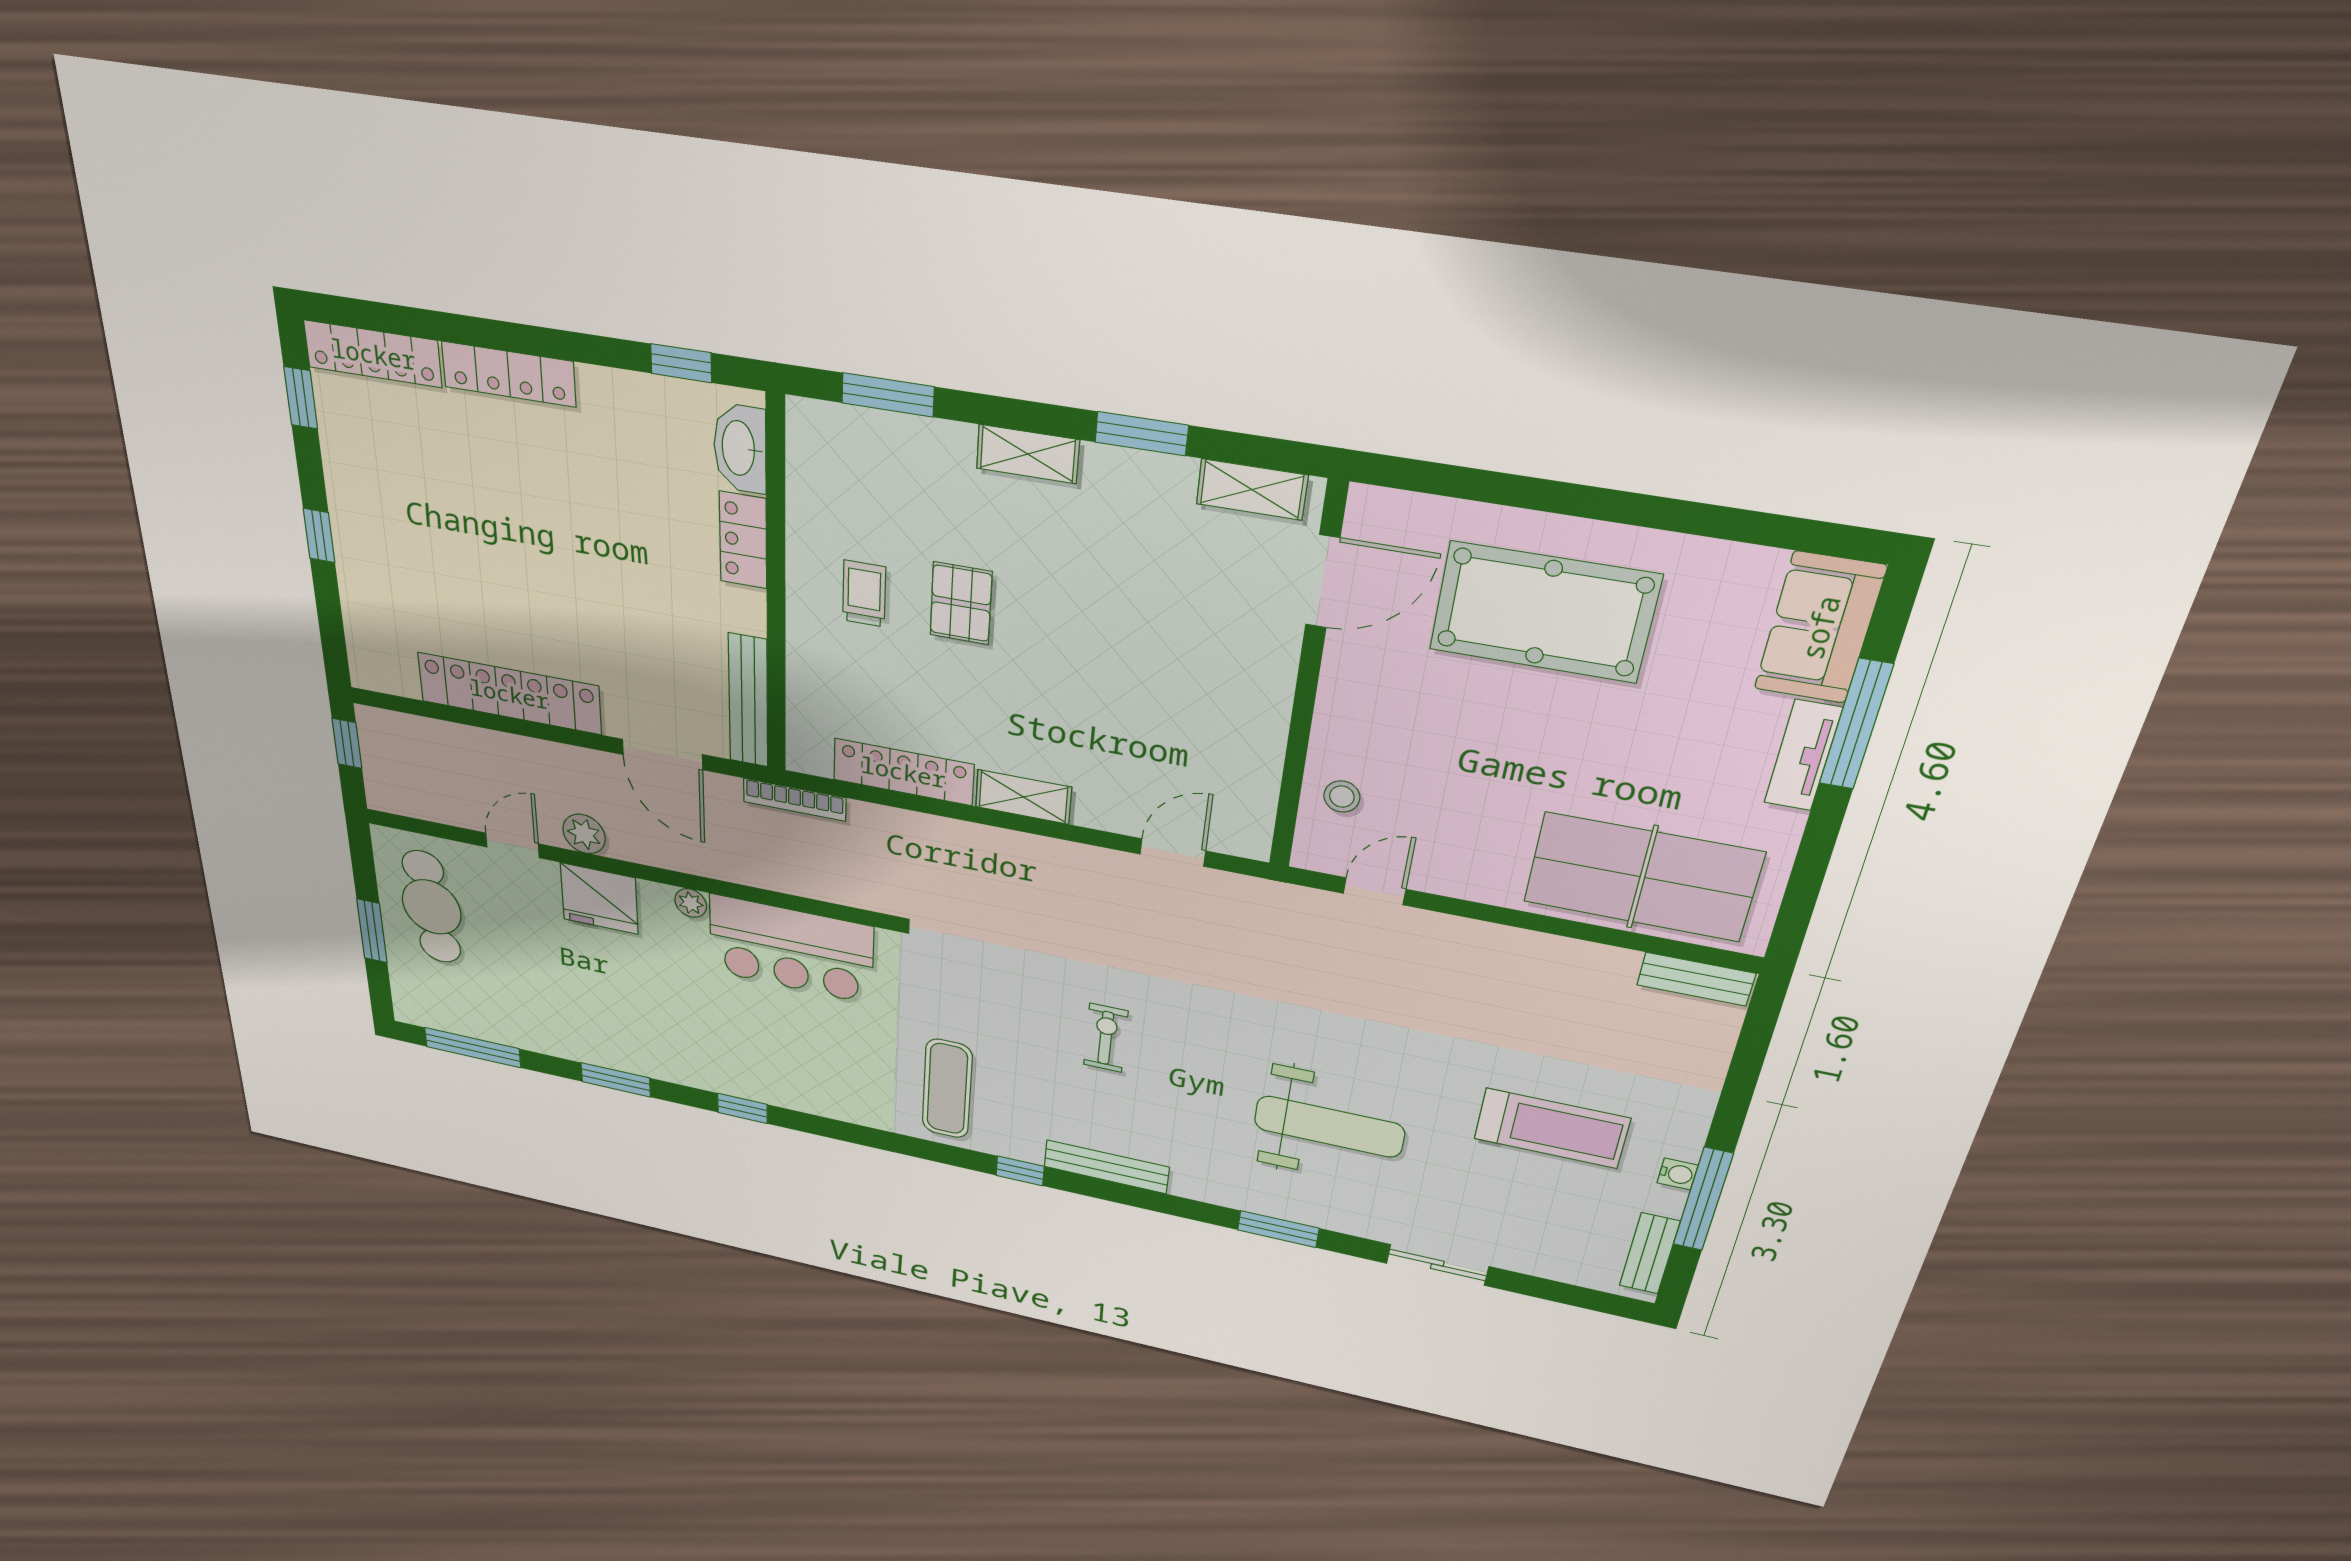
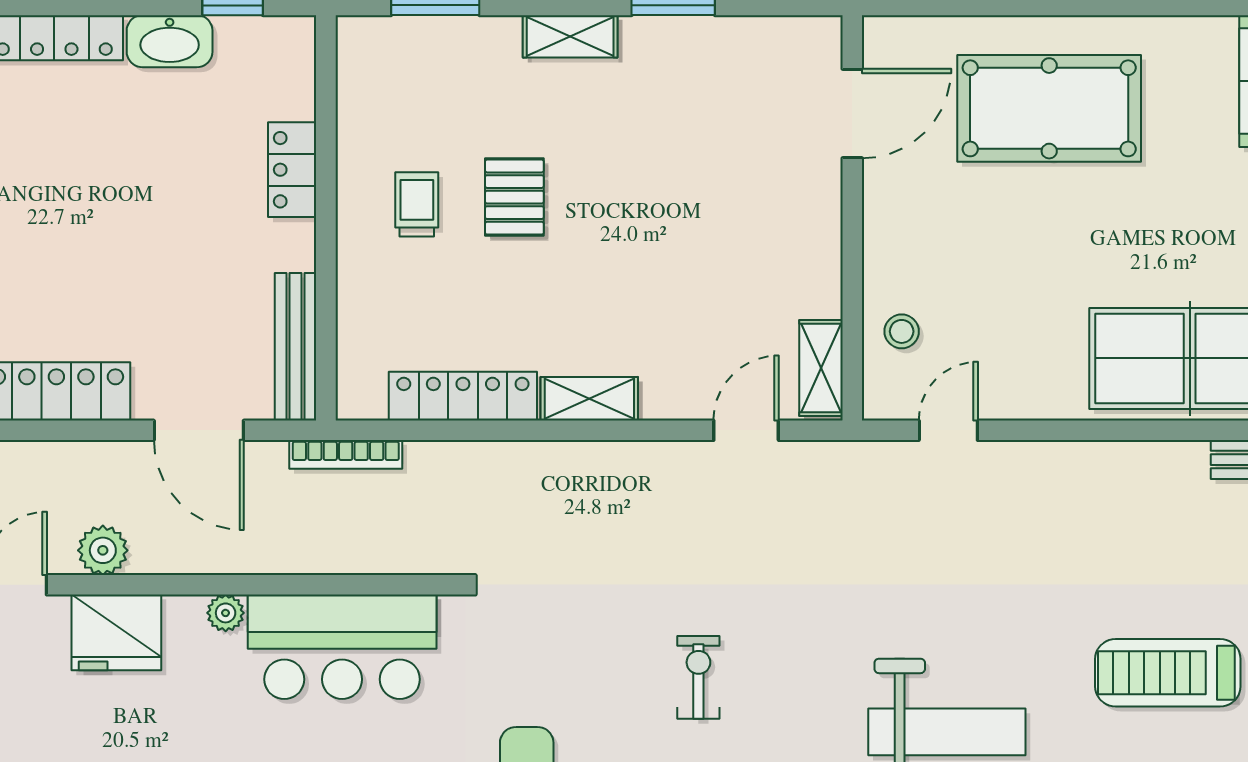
washbasin: (740, 448) -> (170, 41), moved, turned -90
shelving: (1252, 489) -> (821, 368), moved, turned 90
treadmill: (1552, 1128) -> (1168, 673), turned 180

